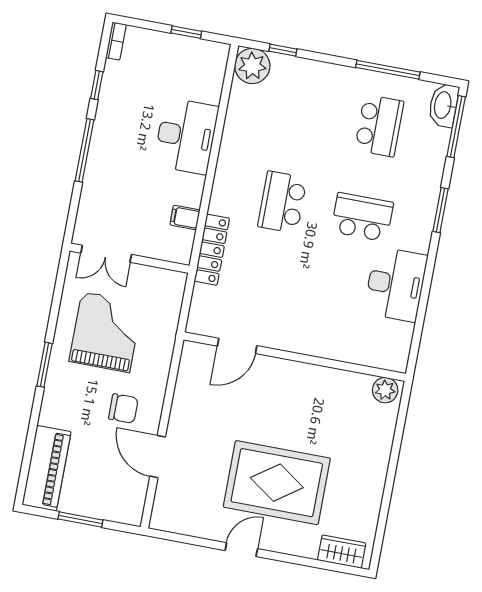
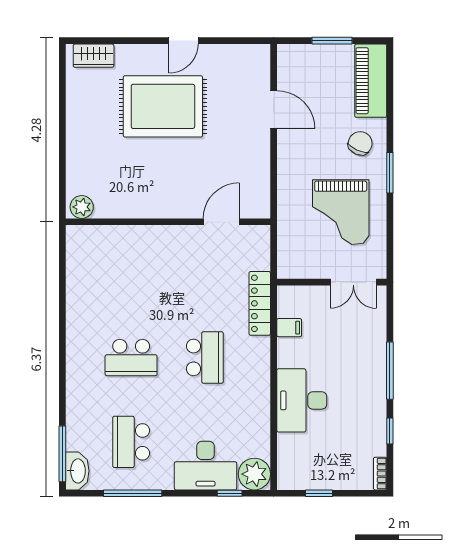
window: (440, 210) -> (62, 377), removed
double door: (106, 254) -> (353, 282), swing flipped
desk: (396, 284) -> (206, 466), moved, turned -90
chair: (123, 409) -> (360, 143), moved, turned 114

